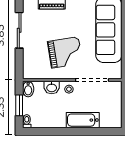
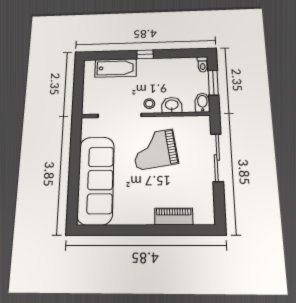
sliding door: (19, 30) -> (217, 158), moved
bathtub: (83, 120) -> (116, 68), moved
window: (72, 131) -> (145, 54), added

